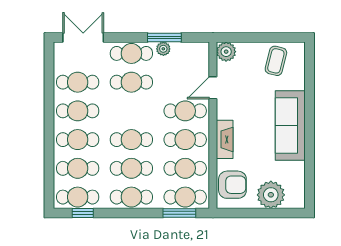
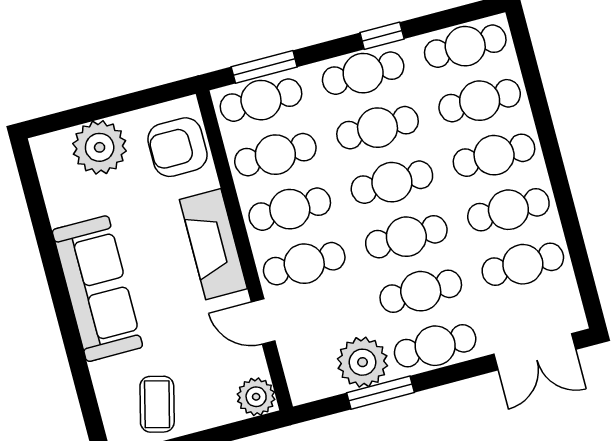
plant: (163, 49) -> (363, 362), width x1.88, depth x1.88
door: (213, 88) -> (263, 321), swing flipped
cafe table: (131, 111) -> (406, 237), added
fireplace: (225, 139) -> (213, 244), width x1.37, depth x1.32
window: (83, 213) -> (382, 36), moved

